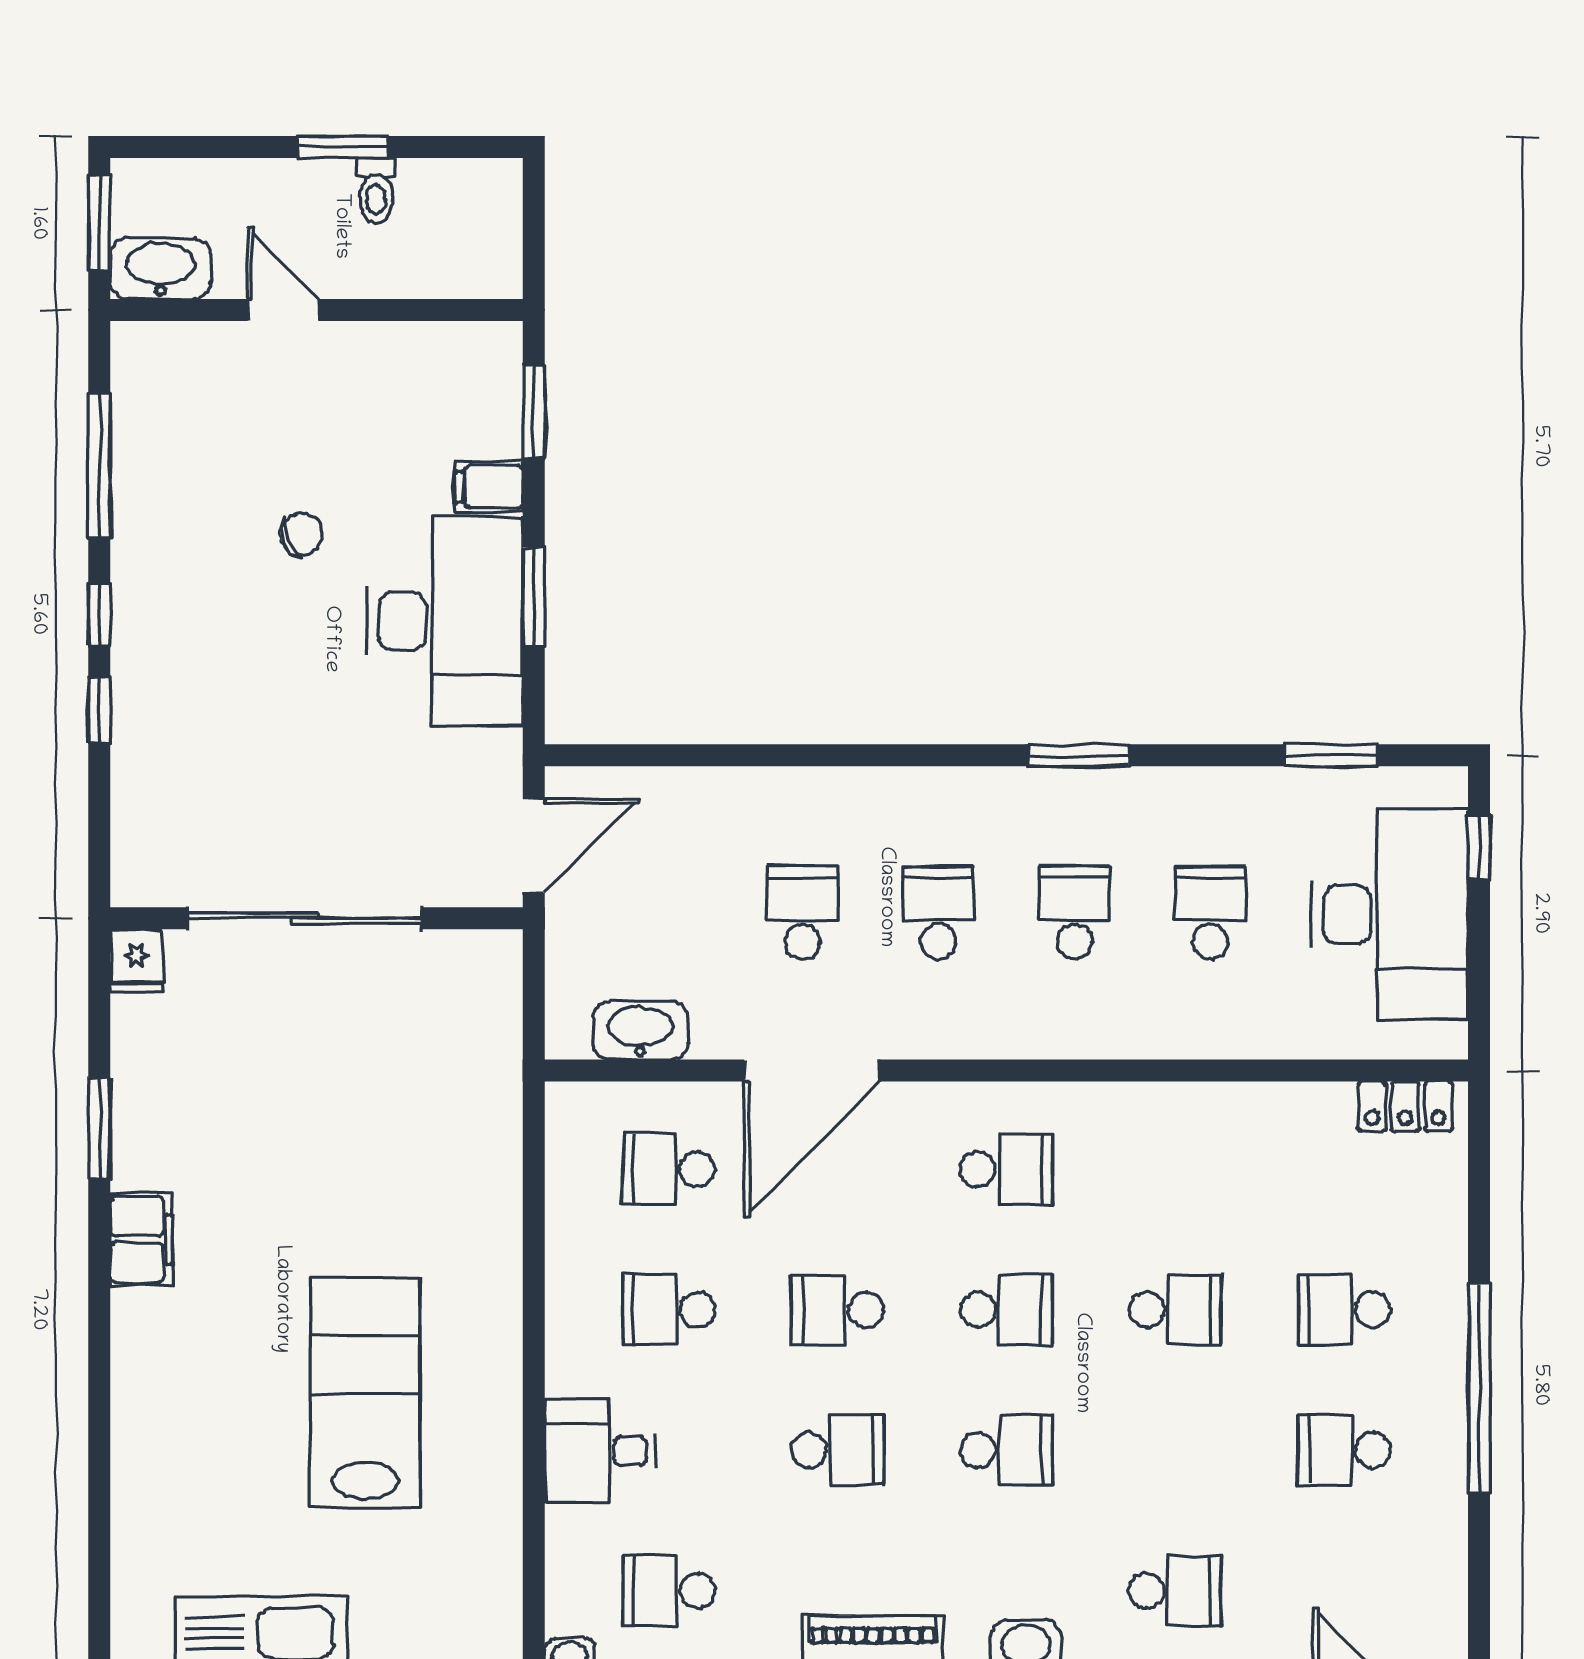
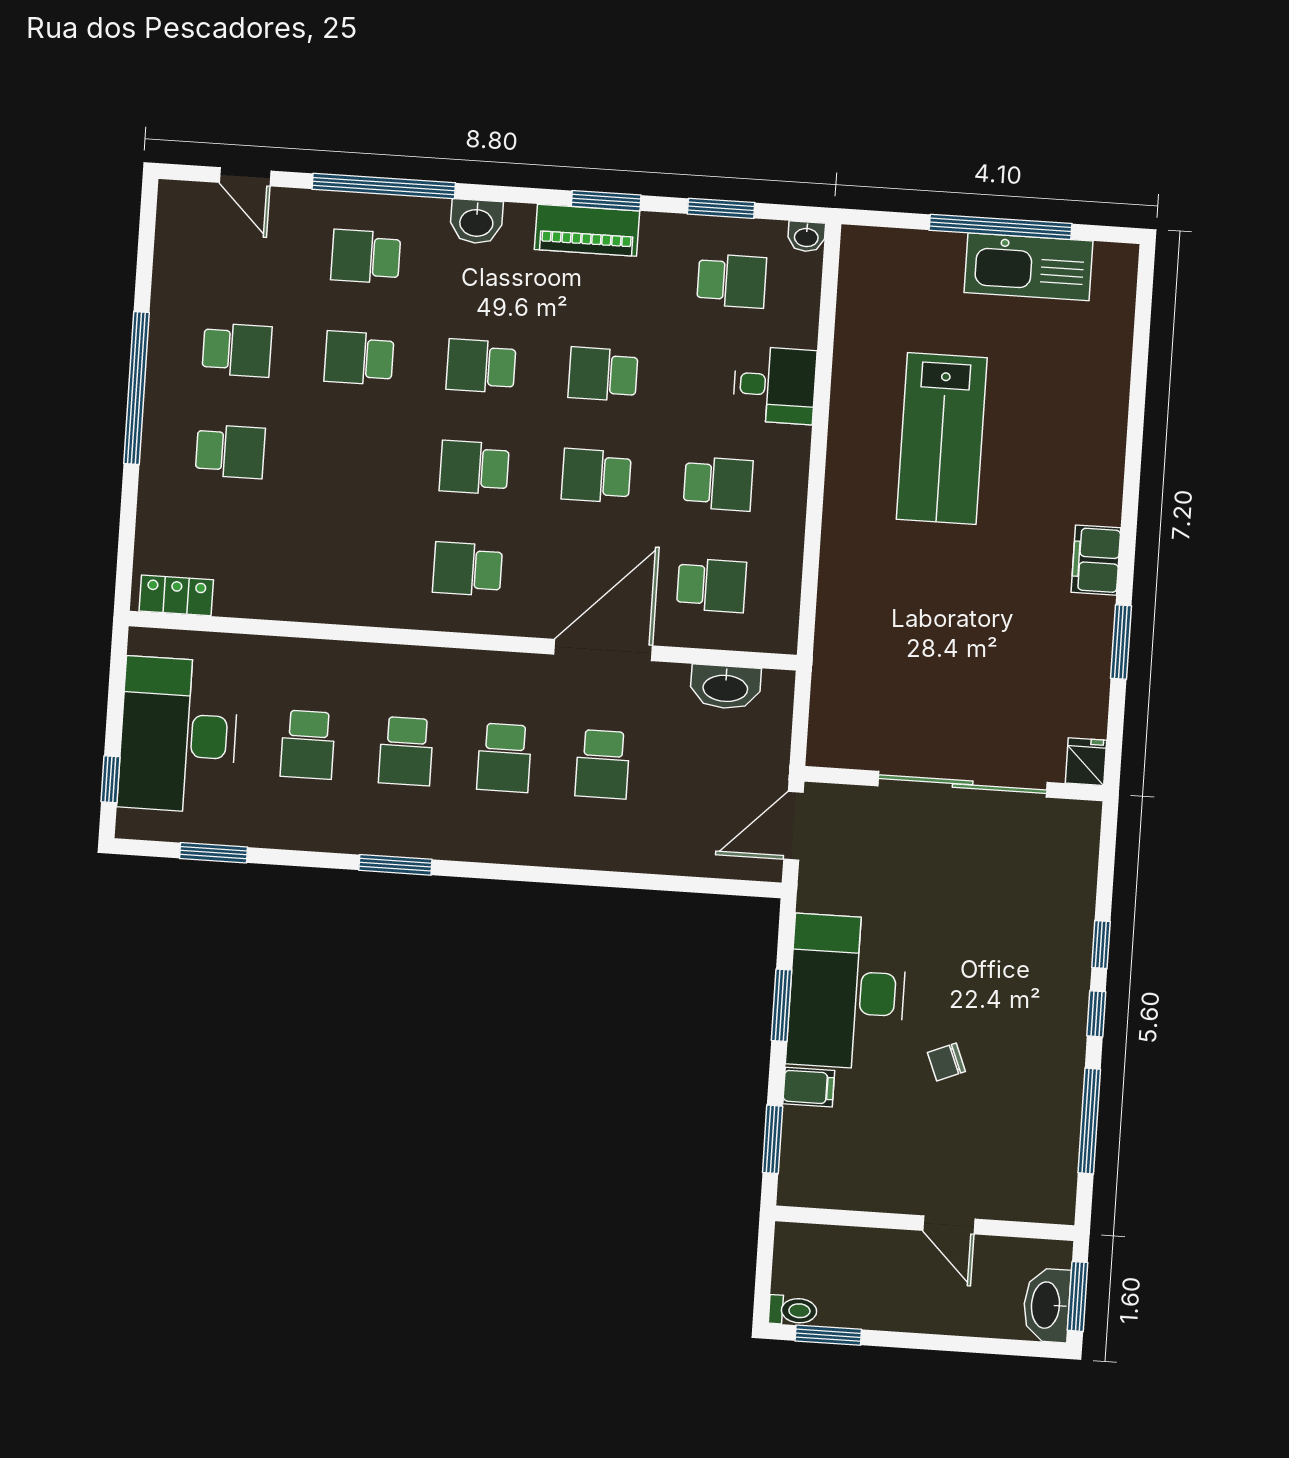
window: (343, 147) -> (828, 1335), moved
toilet: (376, 190) -> (793, 1310), moved, turned 90
washbasin: (161, 268) -> (1047, 1305), moved, turned 90
school desk: (838, 1310) -> (596, 476), turned 180
school desk: (1175, 1310) -> (359, 358), moved

